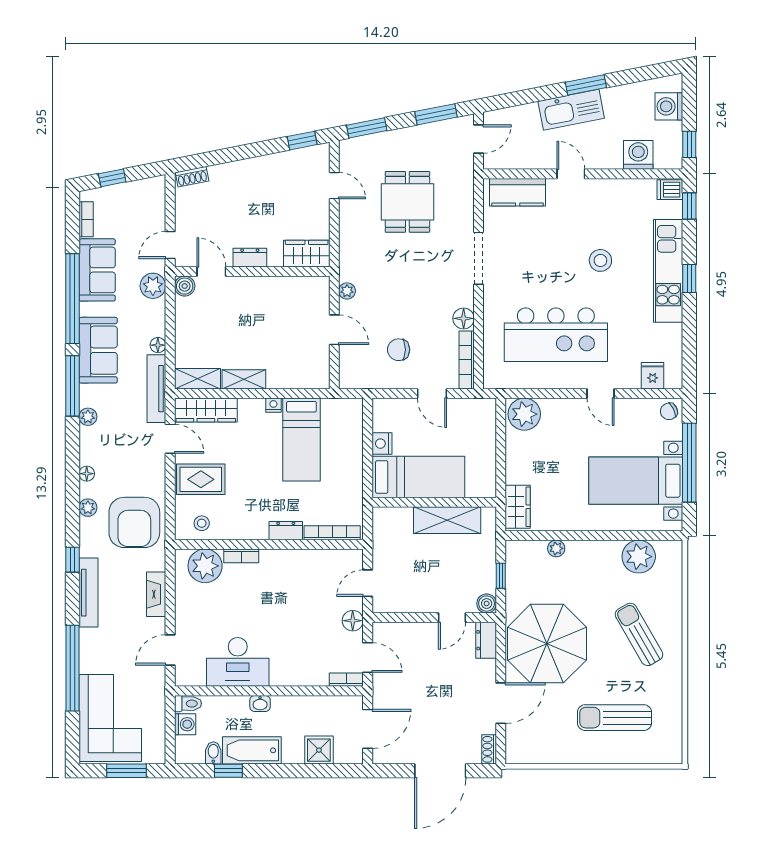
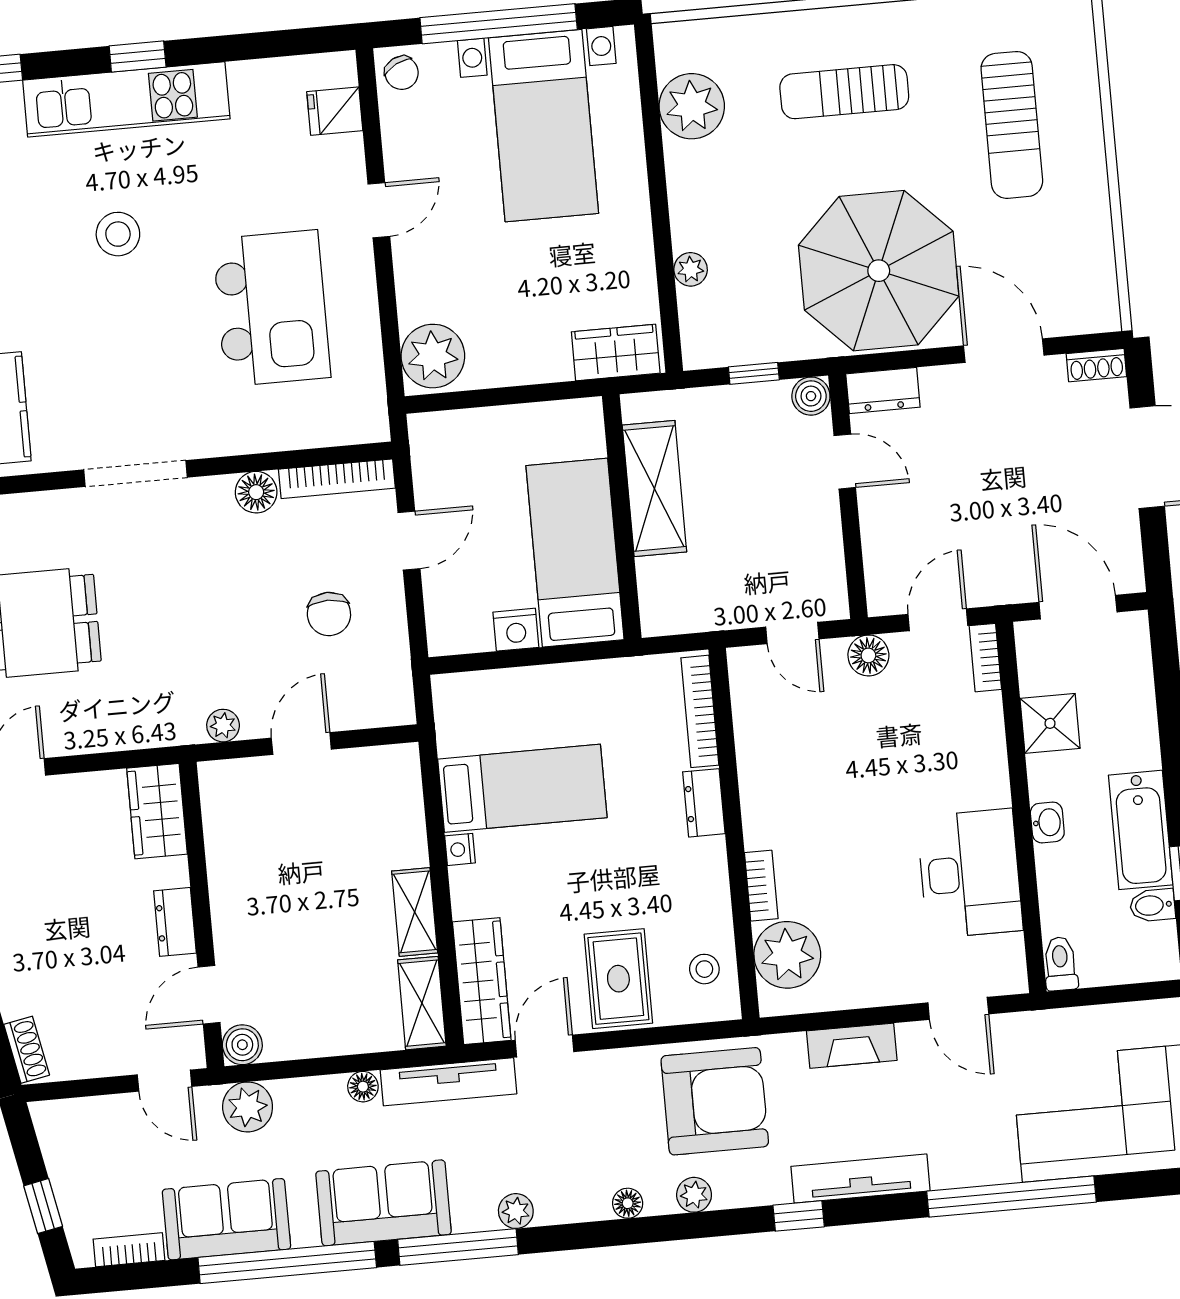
kitchen island: (556, 335) -> (272, 308), width x0.73
sun lounger: (639, 634) -> (844, 92), turned 30
washing machine: (185, 724) -> (1101, 966), removed
shower: (319, 750) -> (1050, 723), moved

